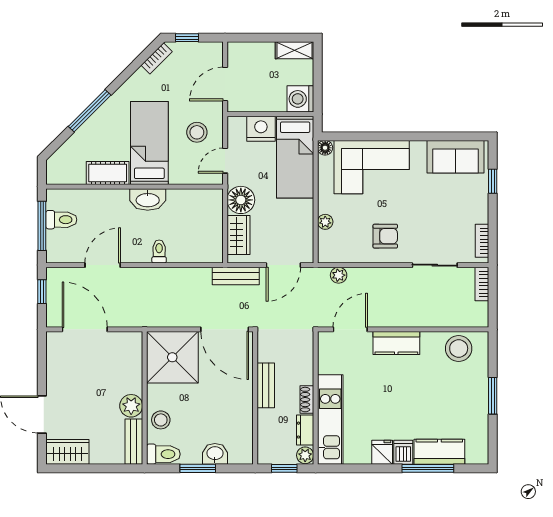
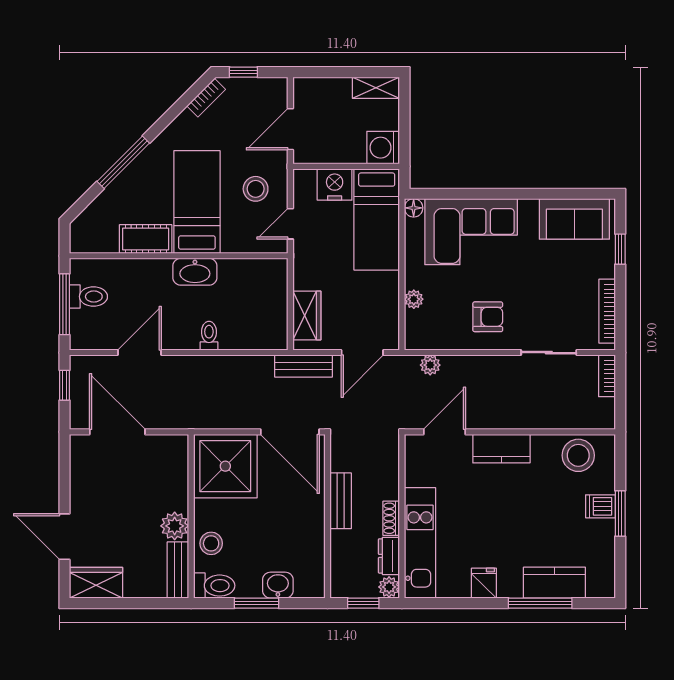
floor lamp: (241, 200) -> (310, 272), removed
bookcase: (482, 241) -> (607, 311), width x1.56
dishwasher: (403, 452) -> (600, 506), moved, turned -90

